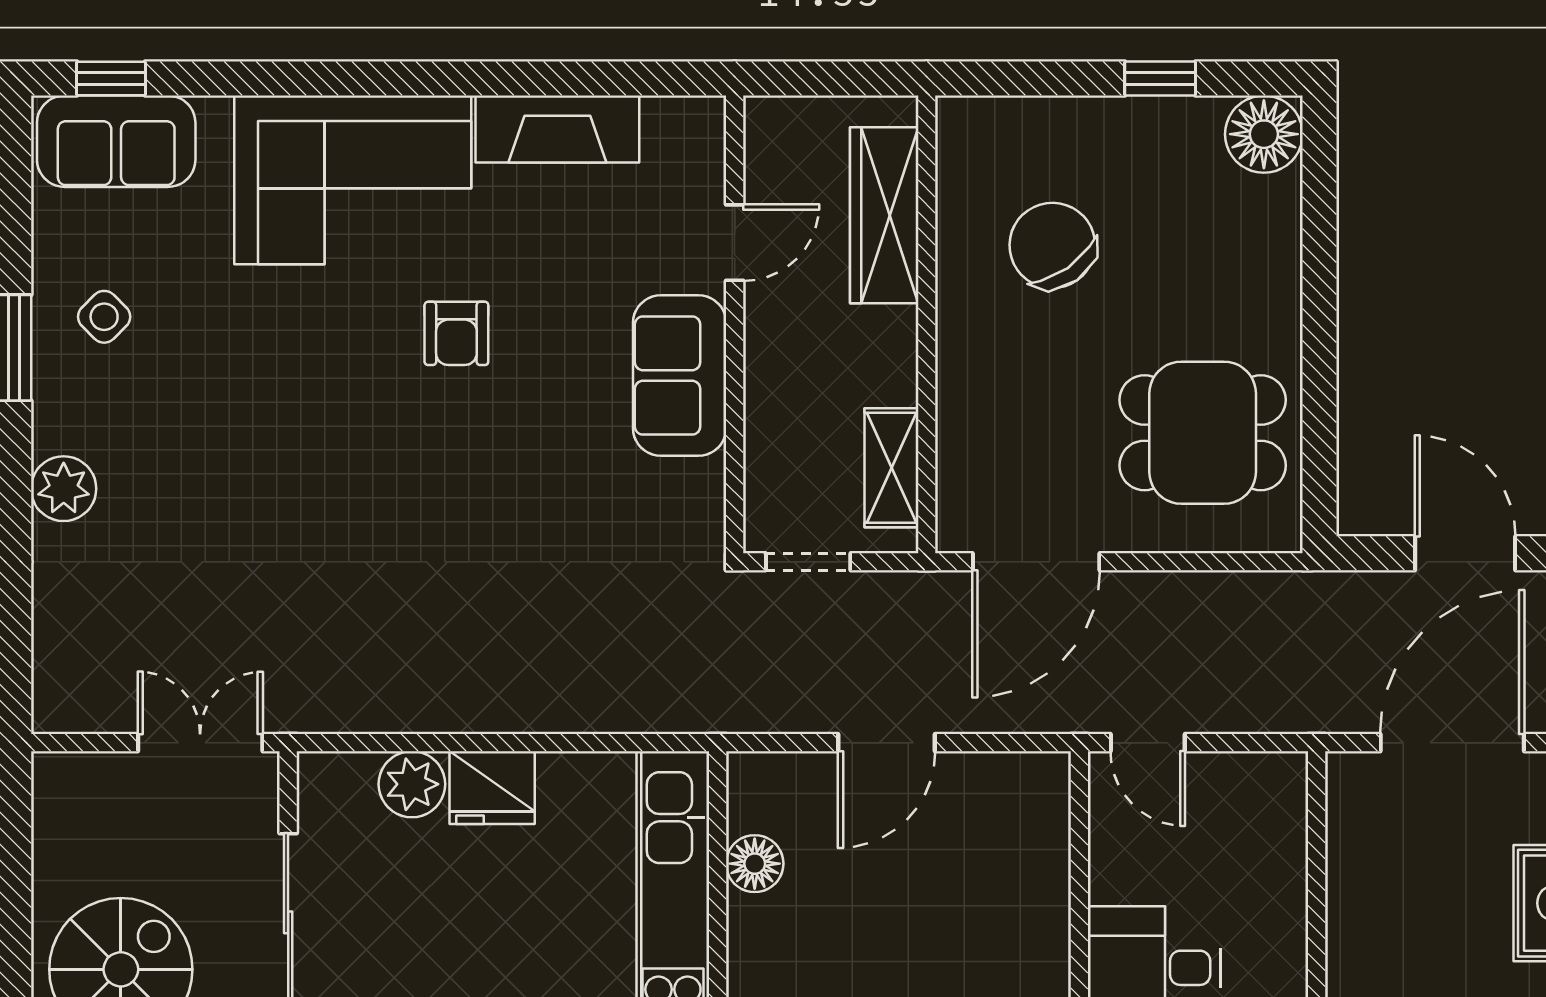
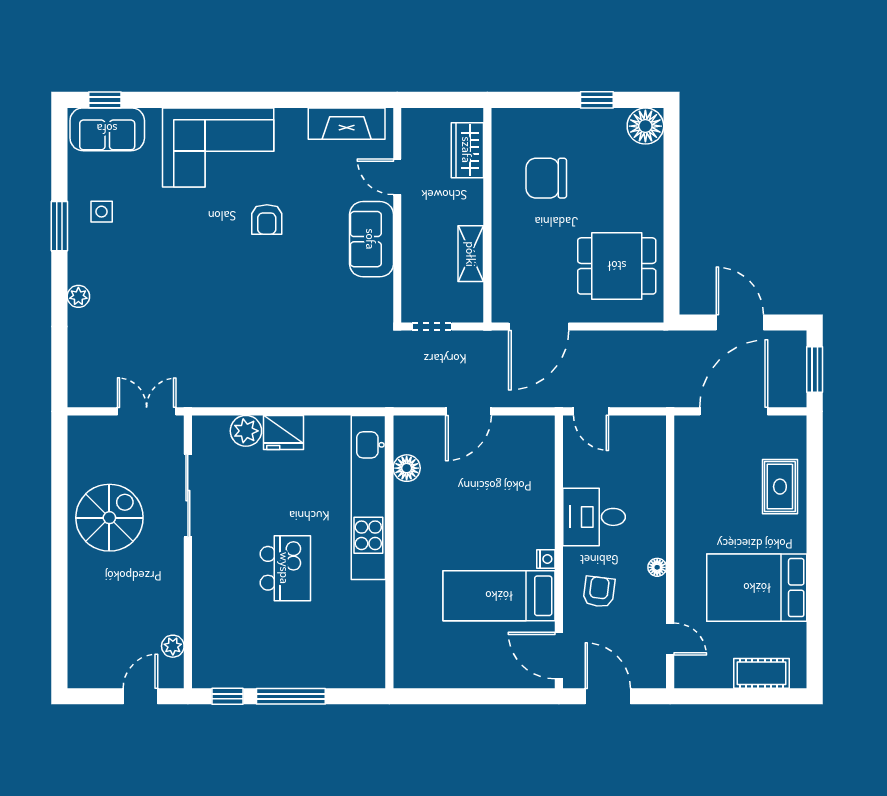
fireplace: (557, 129) -> (347, 124), moved
wardrobe: (884, 215) -> (467, 150), width x0.67
door: (735, 243) -> (397, 177), swing flipped
chair: (1052, 245) -> (546, 178), turned -55
side table: (104, 317) -> (102, 212), turned 45
shelving: (891, 468) -> (471, 254), moved
plant: (64, 489) -> (78, 296), width x0.73, depth x0.73

